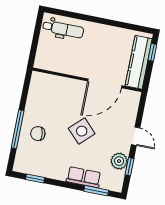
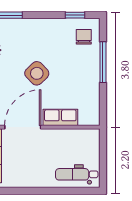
chair: (38, 134) -> (84, 37), moved, turned -84
row of seats: (84, 177) -> (60, 117), moved, turned 180

